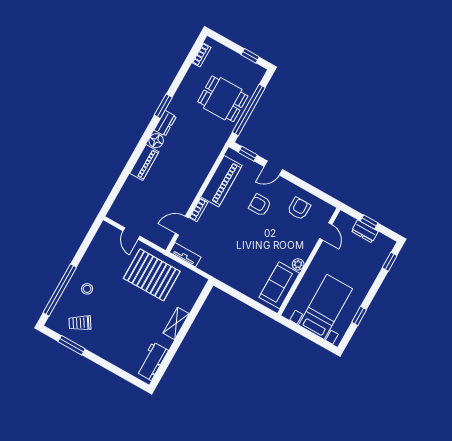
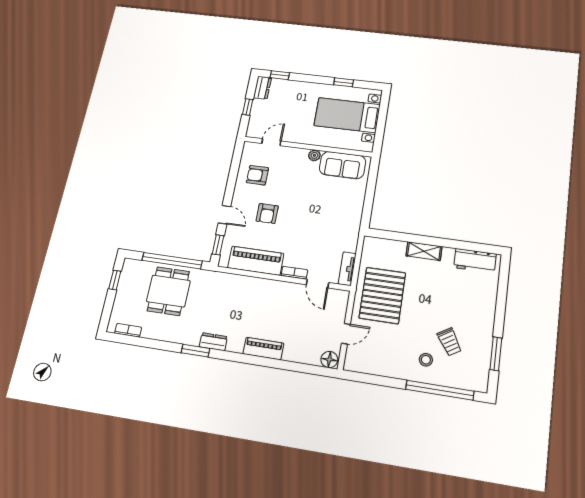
floor lamp: (156, 141) -> (329, 360), moved
dresser: (365, 231) -> (262, 88), moved
trolley: (80, 323) -> (449, 342), moved

